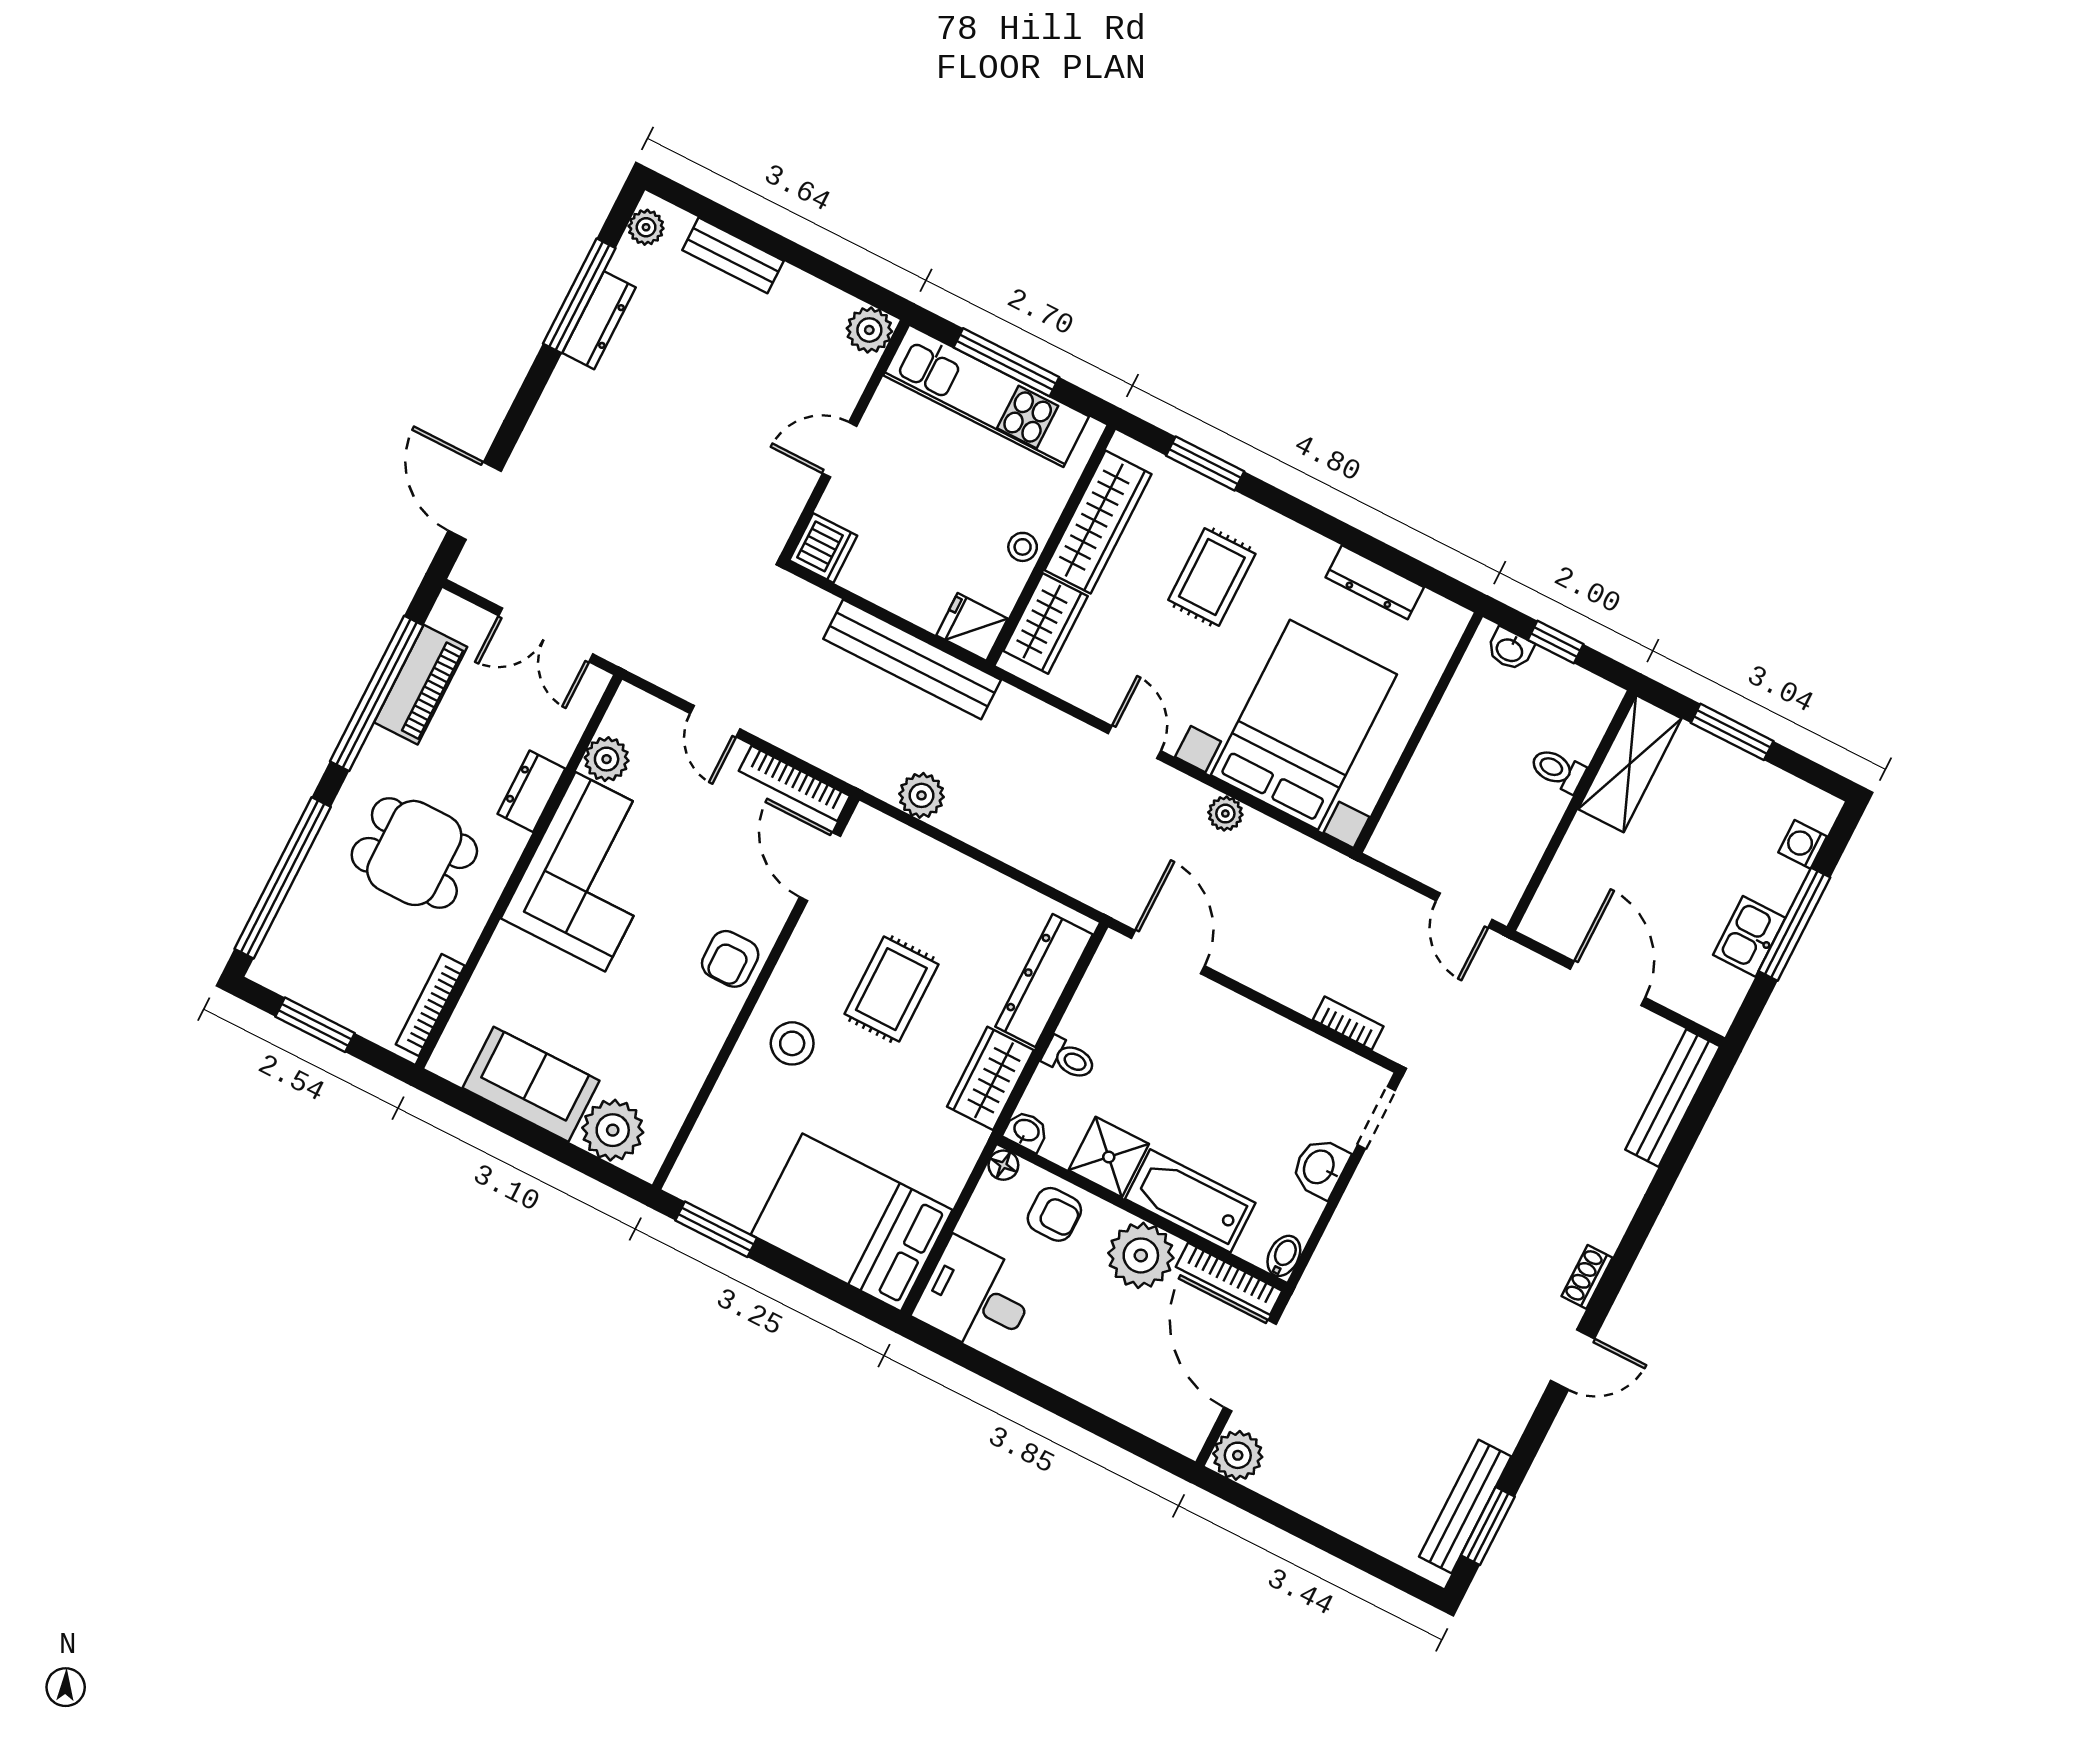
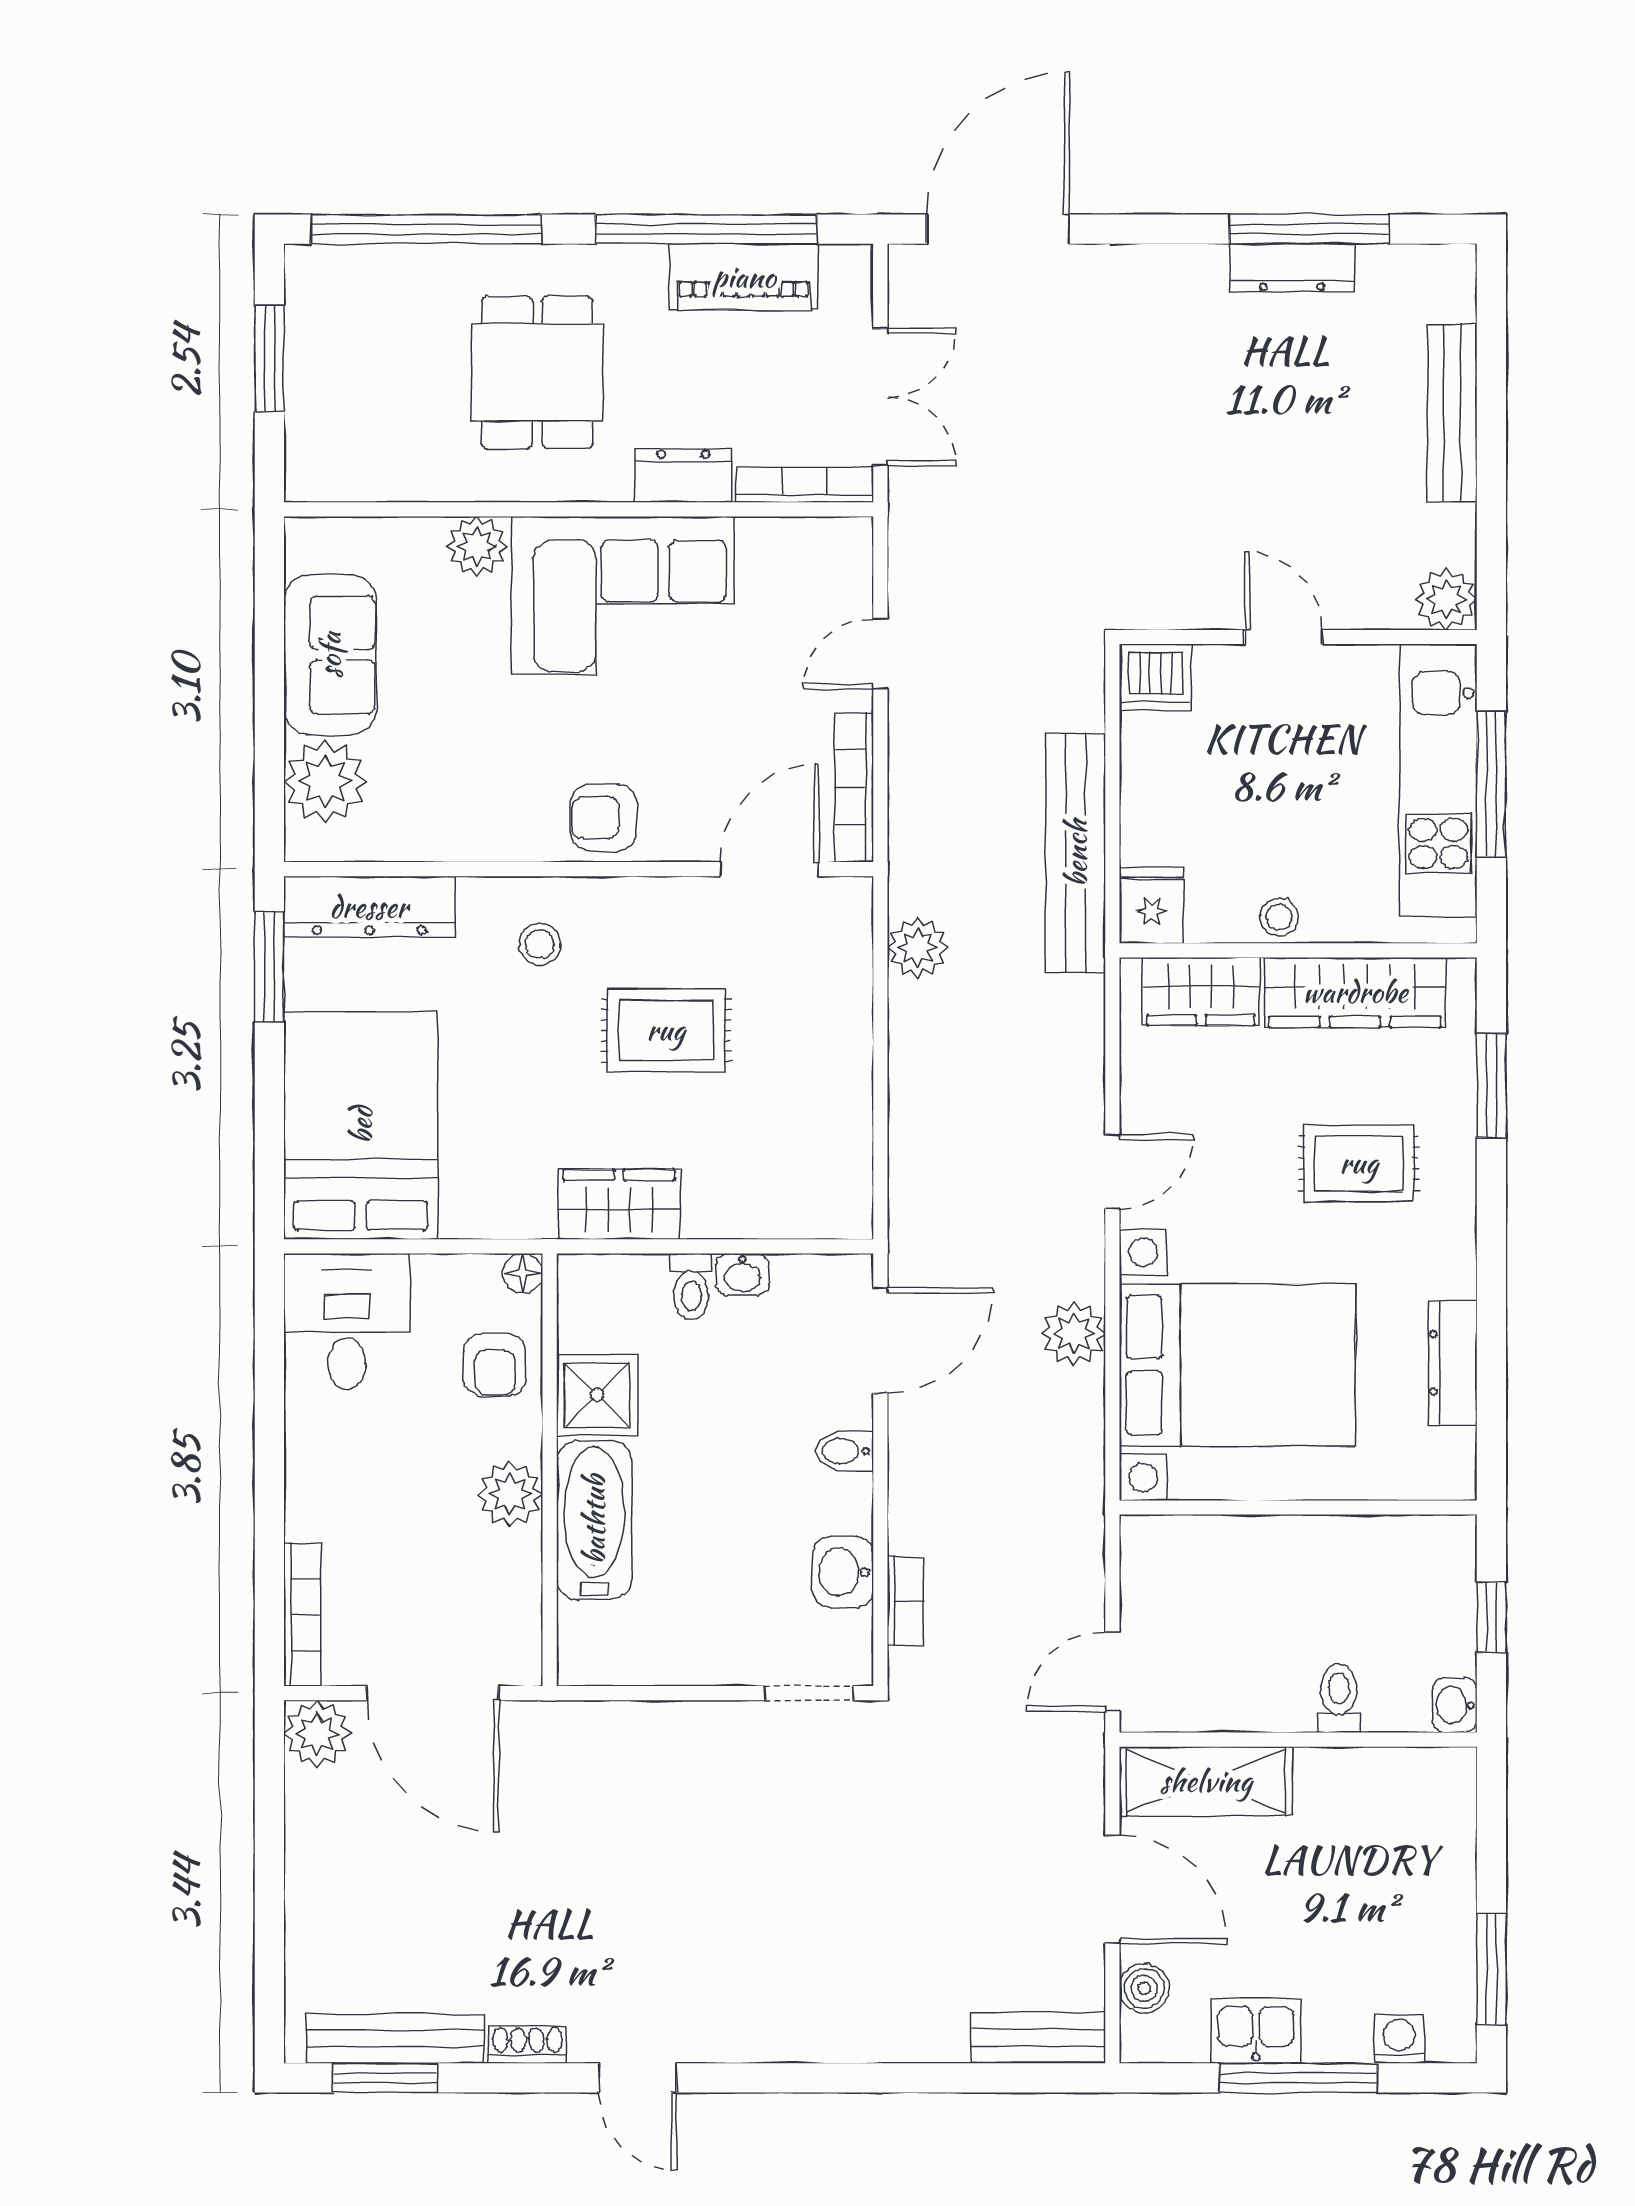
plant: (646, 227) -> (1433, 267), removed
bench: (733, 255) -> (1452, 413), width x1.36
door: (475, 501) -> (998, 229), width x1.36
double door: (546, 635) -> (880, 397), swing flipped
washbasin: (1510, 649) -> (1455, 1705), moved
window: (1732, 732) -> (1491, 1969), moved
plant: (607, 759) -> (477, 546), moved
shelving: (1630, 764) -> (1206, 1781), moved
plant: (1225, 814) -> (1074, 1334), width x1.38, depth x1.38
dresser: (1044, 981) -> (369, 907), moved, turned 180
door: (1608, 983) -> (1112, 1889), hinge flipped
boiler: (1684, 996) -> (1144, 1988), added
bookcase: (430, 1005) -> (805, 485), moved
stool: (792, 1043) -> (540, 944), width x0.73, depth x0.73
bench: (1673, 1098) -> (1038, 2038), width x0.73
washbasin: (1026, 1131) -> (743, 1275), moved, turned 90
washbasin: (1320, 1167) -> (843, 1572), moved, turned -90
plant: (1141, 1255) -> (510, 1494), width x0.73, depth x0.73
bidet: (1284, 1256) -> (844, 1451), moved, turned 180
shoe rack: (1587, 1277) -> (527, 2044), moved
bookcase: (1229, 1279) -> (302, 1615), moved, turned 180
door: (1250, 1366) -> (433, 1693), swing flipped

